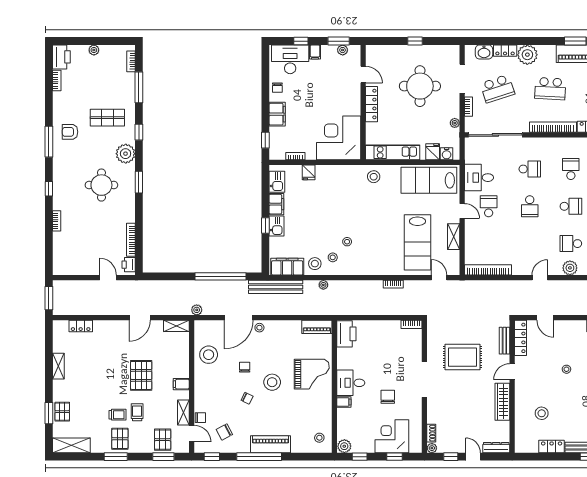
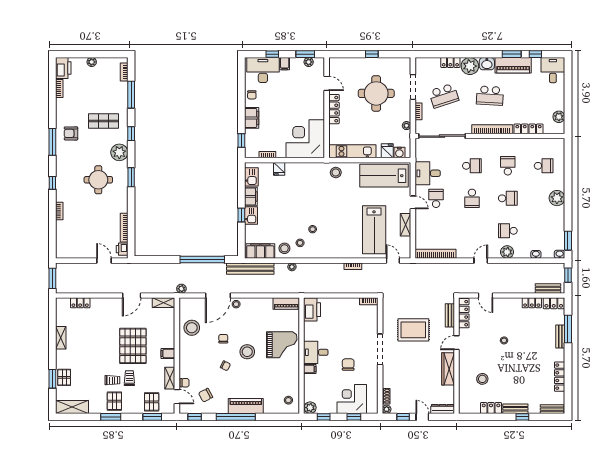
washbasin: (484, 52) -> (487, 64), moved
pallet: (141, 375) -> (133, 346), width x1.37, depth x1.41

